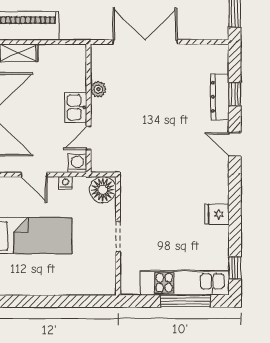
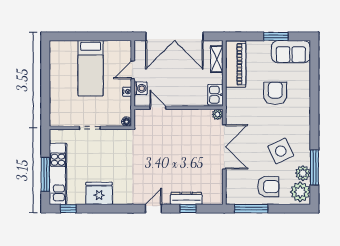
plant: (98, 89) -> (217, 114), moved
kitchen sink: (76, 107) -> (215, 95), moved, turned -90
washing machine: (77, 163) -> (140, 88), moved
floor lamp: (103, 190) -> (127, 122), width x0.53, depth x0.53
fridge: (217, 214) -> (99, 193), width x1.88, depth x1.34

